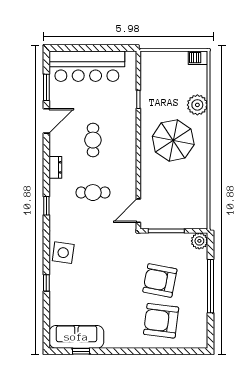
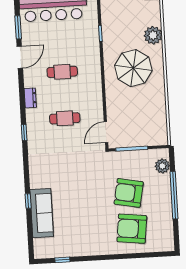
cafe table: (93, 140) -> (62, 72), turned 90
plant: (199, 241) -> (162, 166), moved
side table: (63, 253) -> (42, 173), removed
sofa: (76, 337) -> (42, 213), moved, turned 90

